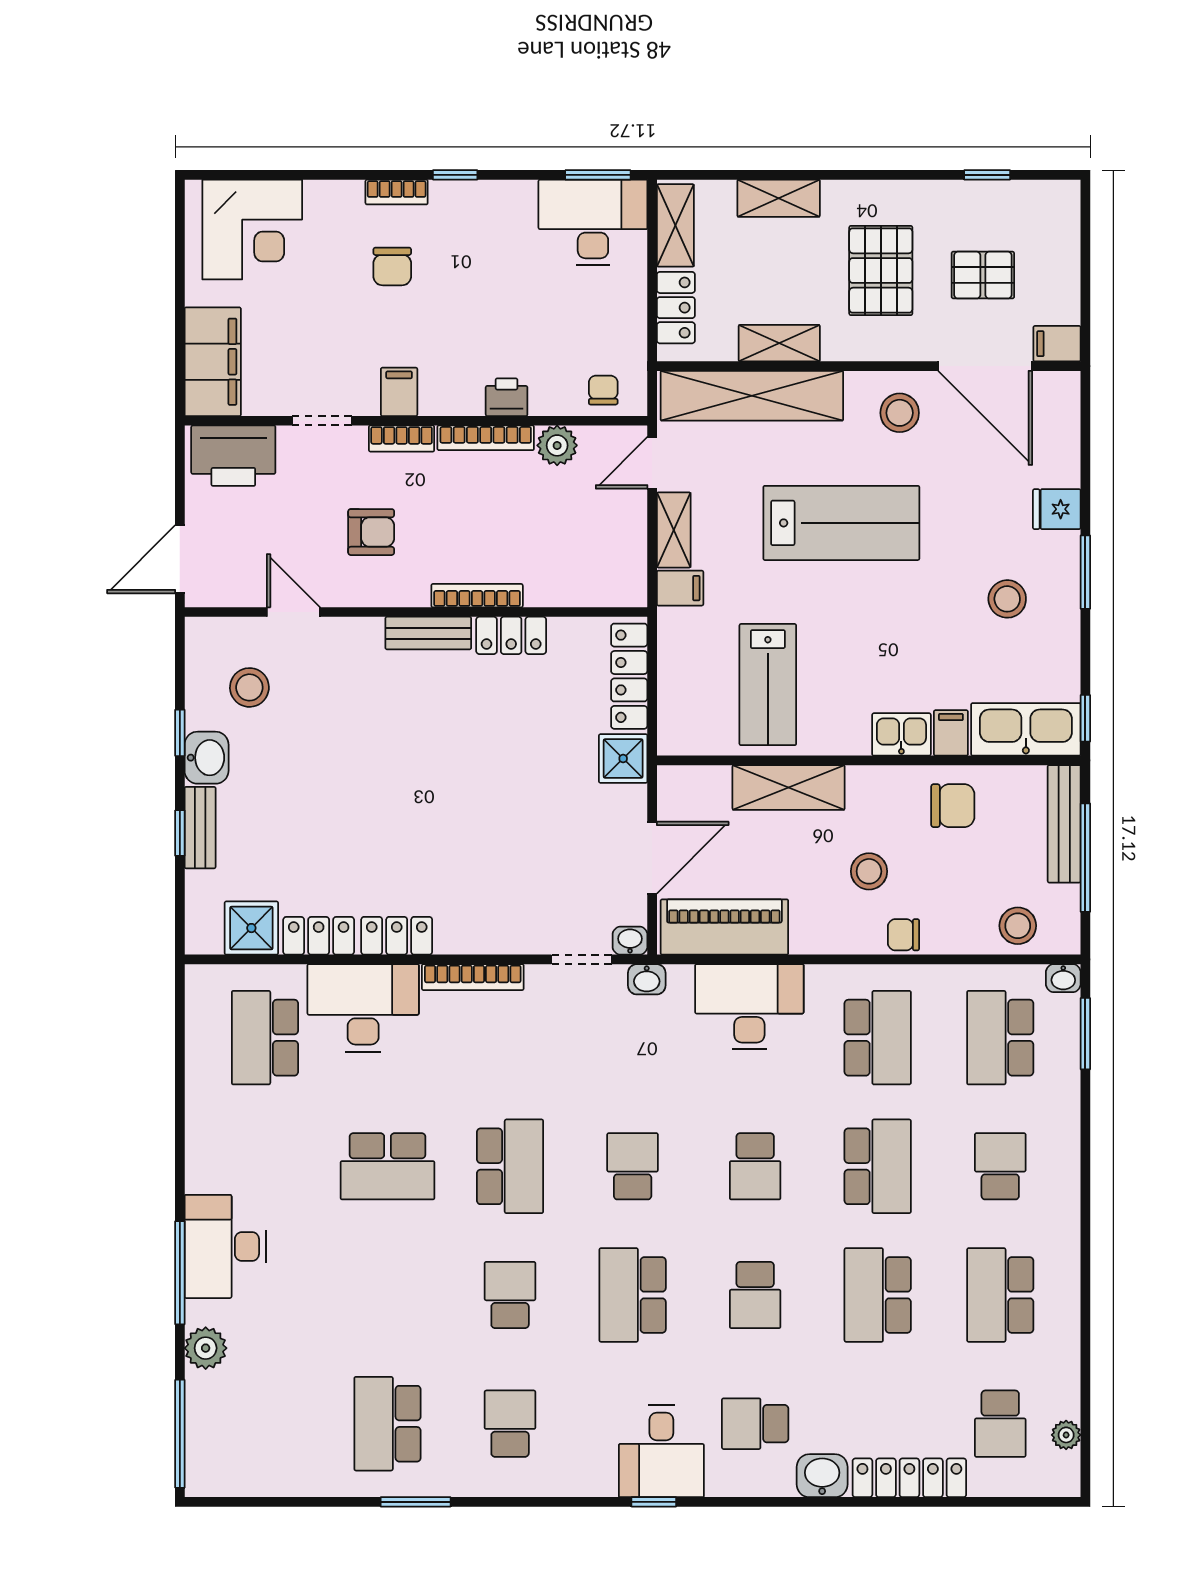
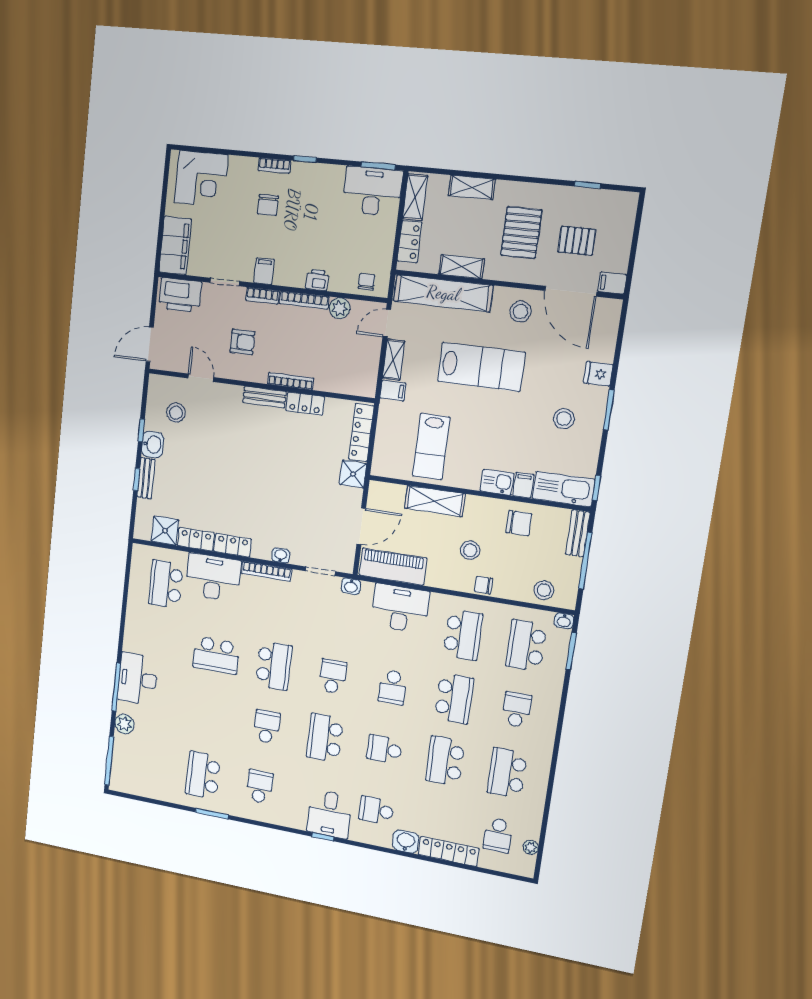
bench: (1064, 824) -> (578, 533), width x0.73
washbasin: (630, 941) -> (281, 555), moved
school desk: (755, 1295) -> (384, 749), turned 90

